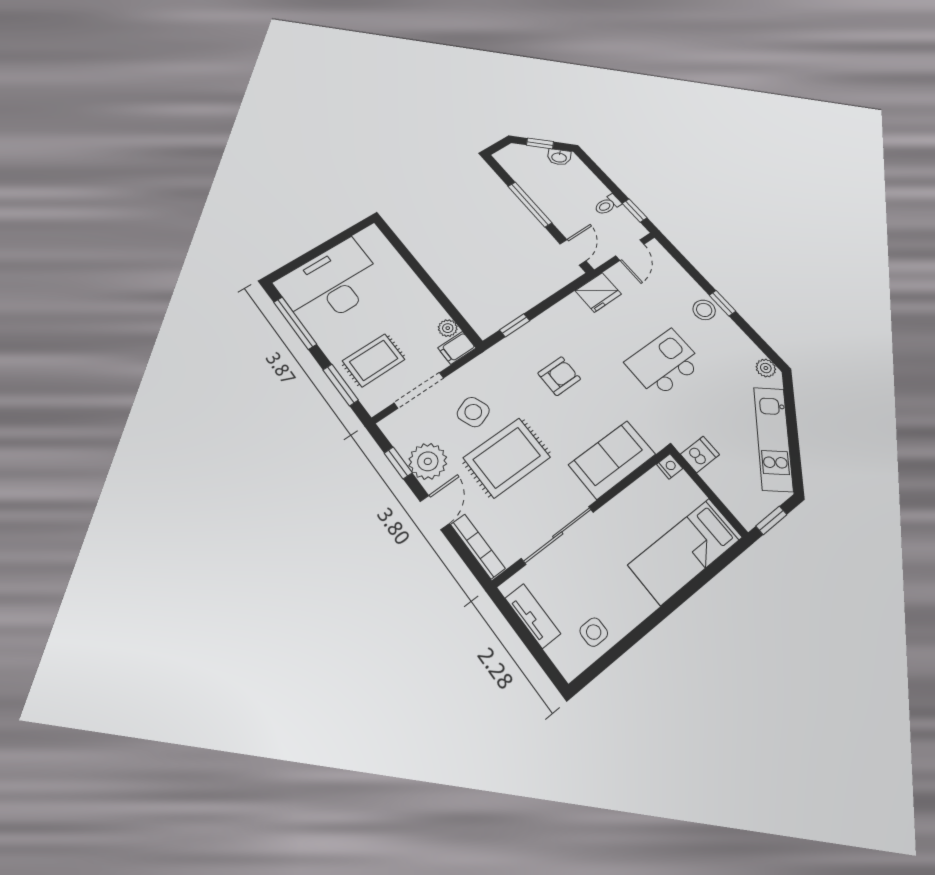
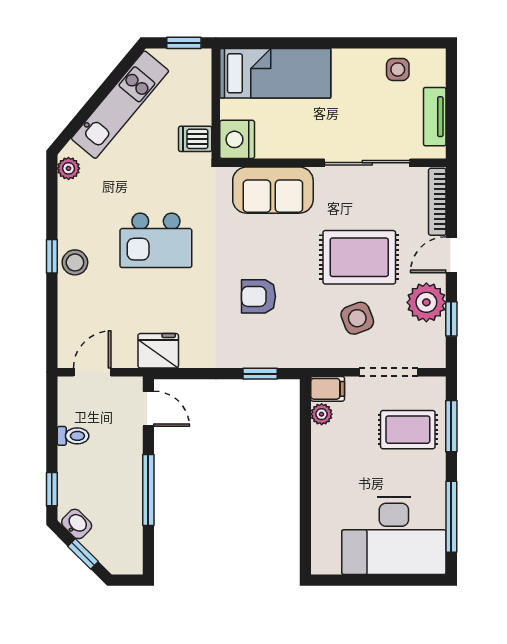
window: (635, 211) -> (52, 489), moved
door: (573, 252) -> (148, 409), swing flipped
nightstand: (670, 466) -> (237, 139), width x1.89, depth x1.79

